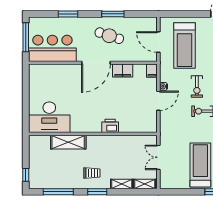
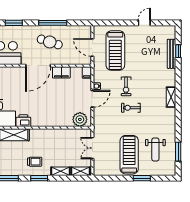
window: (113, 14) -> (53, 23), width x1.44
plant: (144, 125) -> (80, 119), added
printer: (110, 126) -> (23, 121), moved

